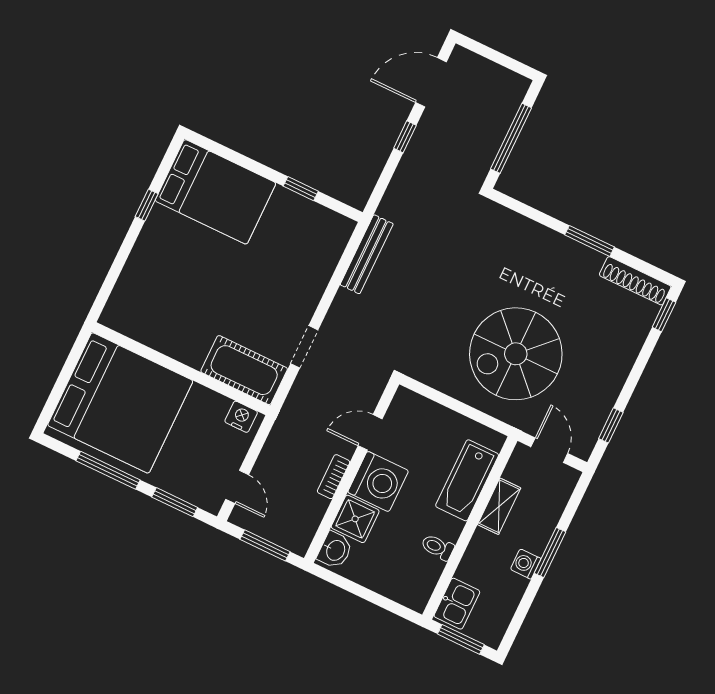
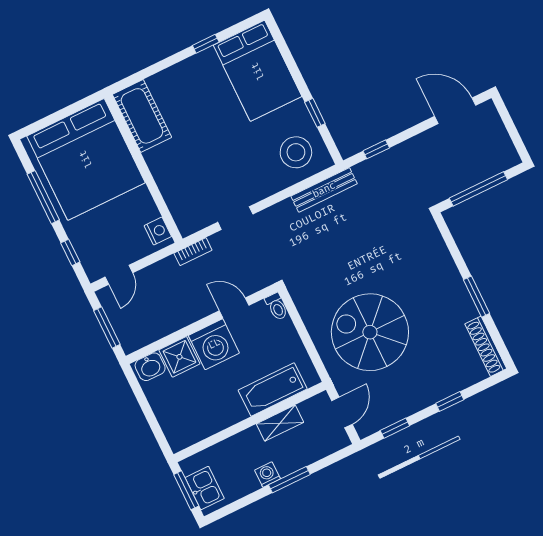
window: (405, 137) -> (376, 149), moved
stool: (312, 240) -> (296, 152), added
window: (664, 315) -> (450, 401), moved
cot: (244, 370) -> (142, 116), moved
bookcase: (334, 477) -> (193, 252), moved, turned 180
window: (175, 502) -> (70, 252), width x0.67
toilet: (438, 547) -> (277, 307), moved, turned 180
kitchen sink: (457, 604) -> (205, 488), moved, turned -90

